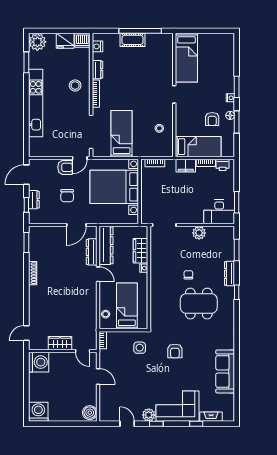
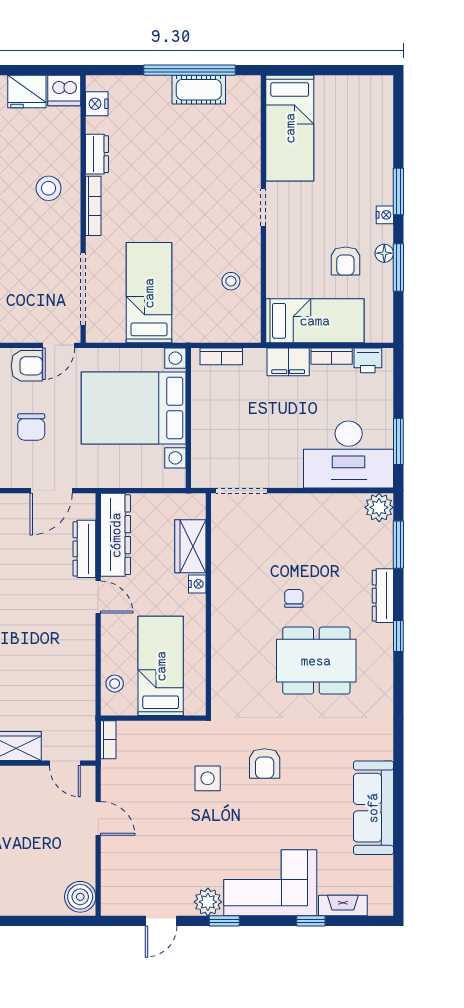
cot: (132, 40) -> (199, 90), moved
desk: (219, 212) -> (349, 454), width x1.36, depth x1.30
plant: (199, 233) -> (379, 507), moved
side table: (140, 348) -> (208, 778), moved
door: (127, 424) -> (161, 921), swing flipped

